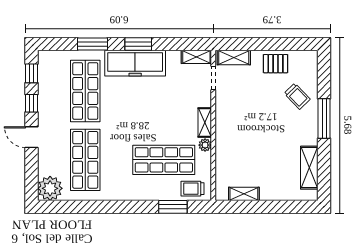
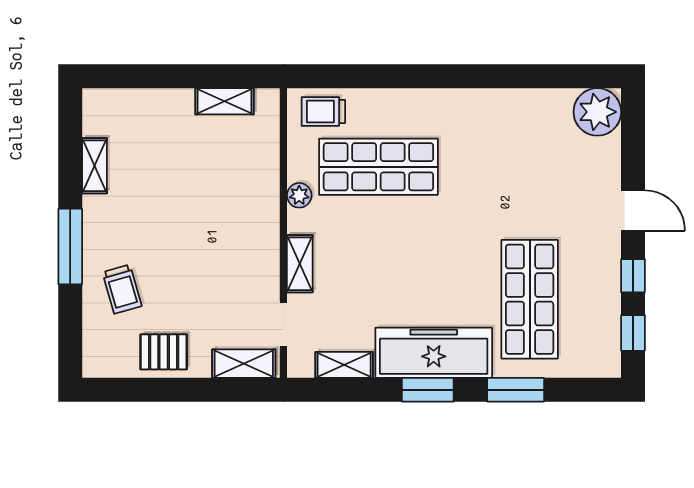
shelving: (196, 57) -> (344, 365), moved
trolley: (297, 96) -> (122, 289), turned -152
shelving: (205, 123) -> (300, 264), moved
shop shelf: (85, 160) -> (530, 167), removed
shelving: (309, 168) -> (95, 166), width x0.67, depth x0.75
trolley: (192, 189) -> (323, 112), turned 180
window: (173, 207) -> (361, 76), removed

